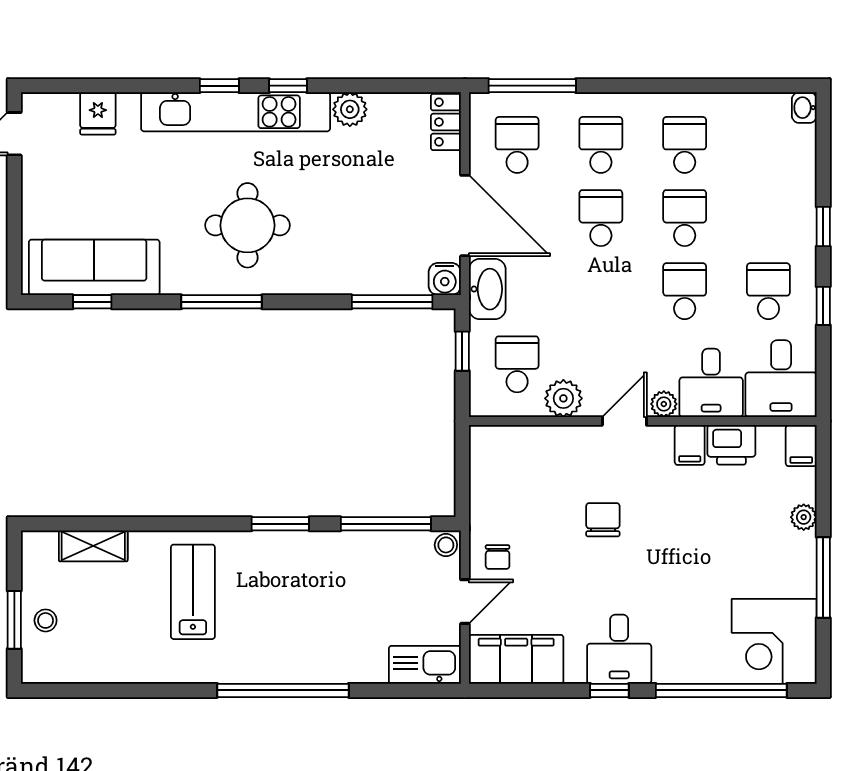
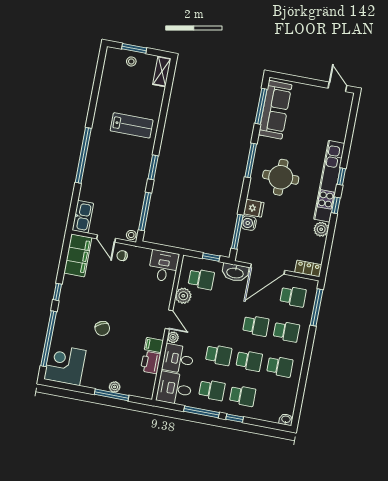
fridge: (98, 113) -> (254, 208), moved, turned 180
school desk: (768, 218) -> (243, 396), added
water cooler: (445, 279) -> (249, 223), moved
window: (92, 302) -> (261, 106), width x2.17
window: (823, 306) -> (201, 412), width x2.17
filing cabinet: (801, 446) -> (145, 392), removed
chair: (603, 520) -> (102, 328), moved, turned 65
shelving: (93, 546) -> (162, 71), moved
window: (823, 577) -> (112, 395), moved
desk: (619, 649) -> (163, 266), moved, turned 90

